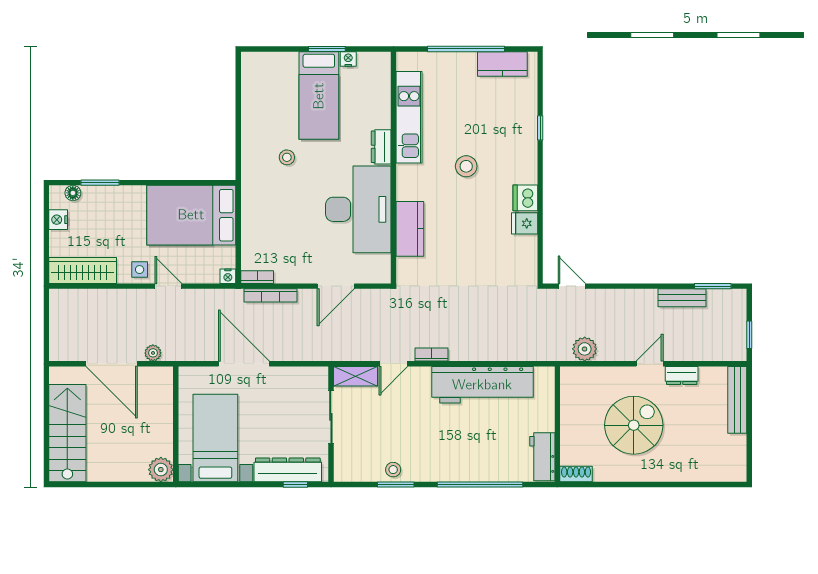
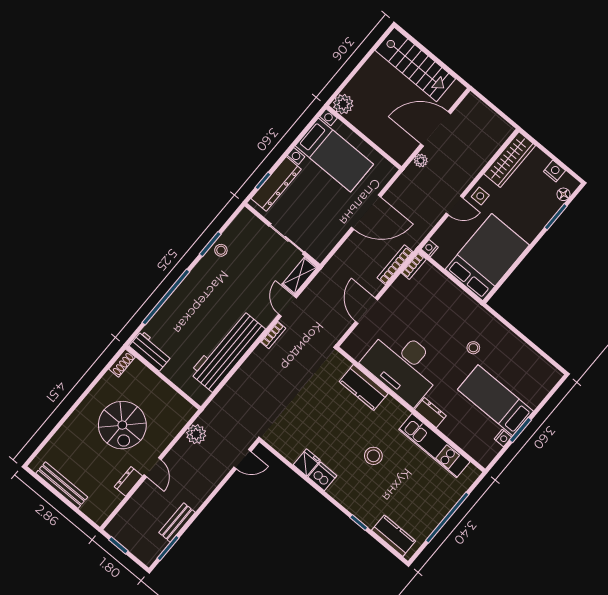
kitchen counter: (502, 64) -> (394, 536), moved, turned 90
bench: (737, 400) -> (62, 485), moved

